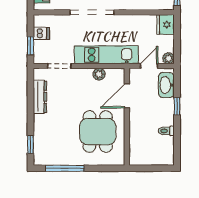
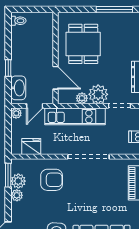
fridge: (165, 24) -> (31, 146), moved, turned -90
plant: (82, 78) -> (98, 94), added
door: (127, 96) -> (56, 78), hinge flipped
toilet: (166, 131) -> (18, 21), moved

